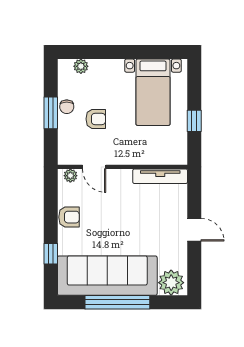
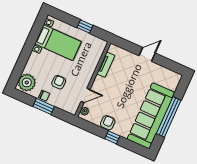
plant: (81, 66) -> (27, 83), width x1.87, depth x1.87
tv unit: (160, 176) -> (106, 65), width x0.71
window: (51, 254) -> (112, 137), moved
plant: (171, 283) -> (171, 81), removed

